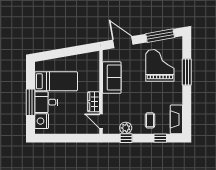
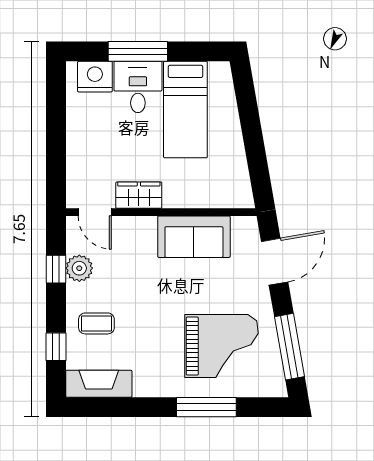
door: (101, 121) -> (95, 212), swing flipped

